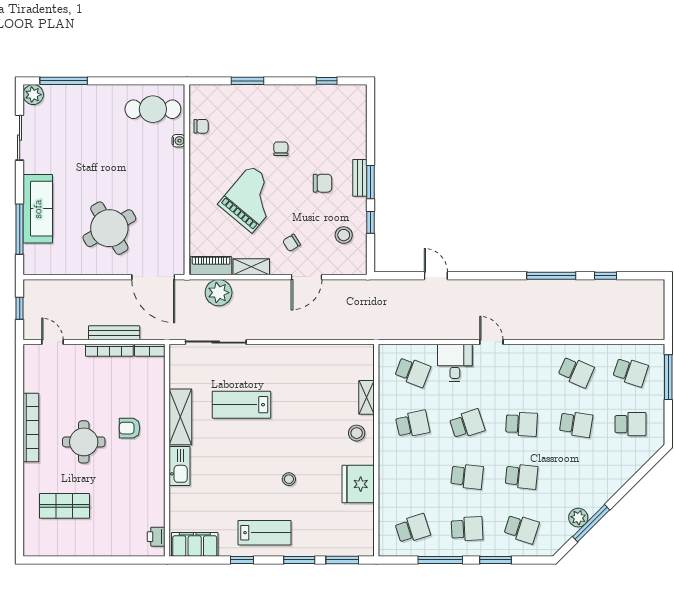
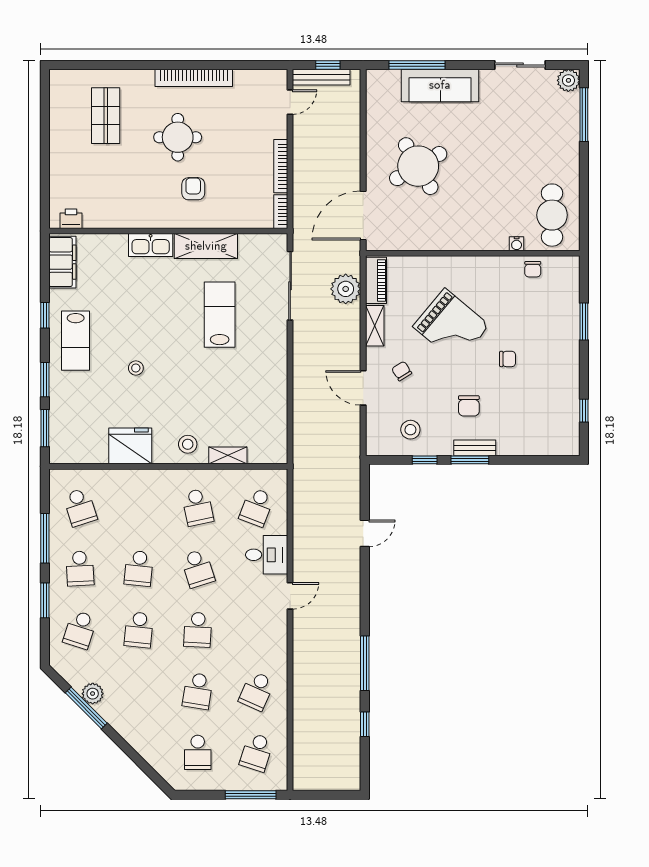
bench: (114, 333) -> (321, 77), moved, turned 90

